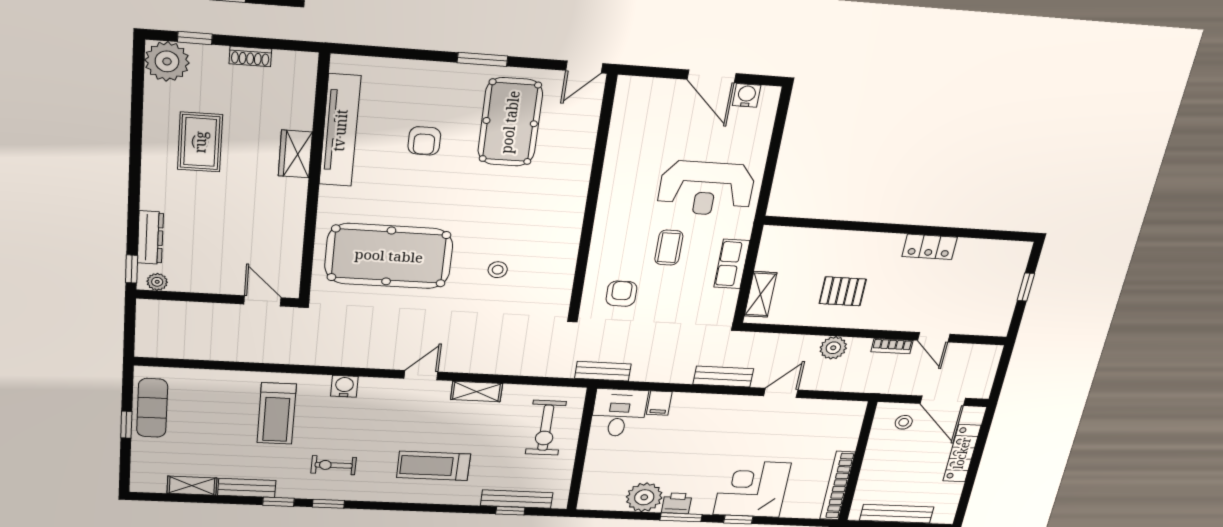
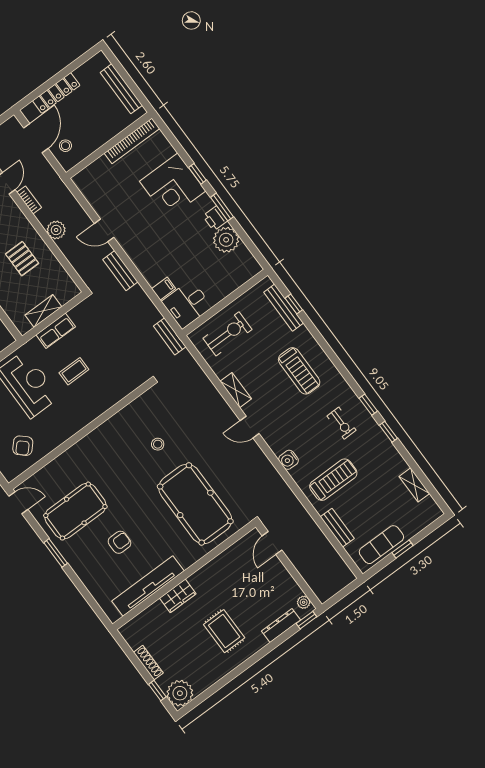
shoe rack: (250, 56) -> (148, 663), width x1.43
rug: (200, 142) -> (224, 631), moved, turned 90
armchair: (621, 294) -> (23, 446), moved, turned -47
shelving: (761, 294) -> (43, 311), moved
bench: (247, 488) -> (337, 528), moved

